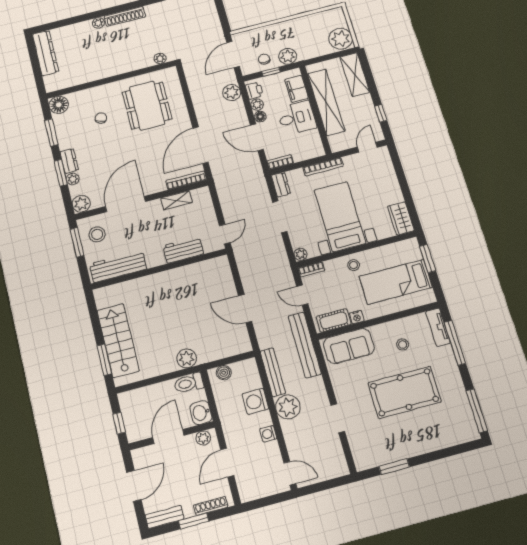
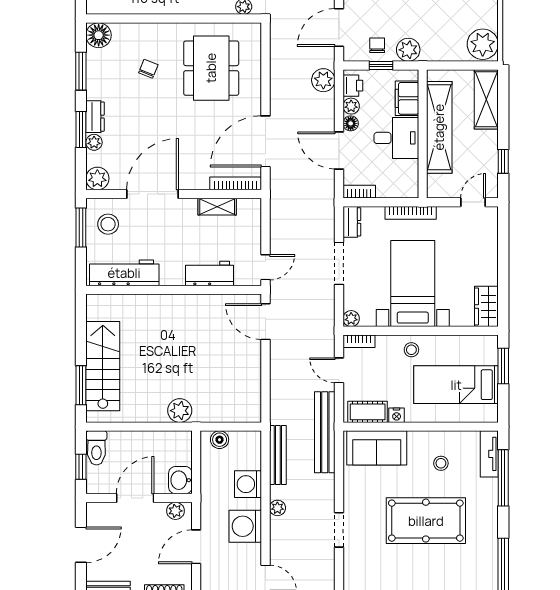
door: (245, 309) -> (265, 322), moved
toilet: (189, 383) -> (96, 448), moved, turned -90
plant: (288, 407) -> (277, 508), width x0.53, depth x0.53
washing machine: (268, 434) -> (245, 526), width x1.89, depth x1.89

